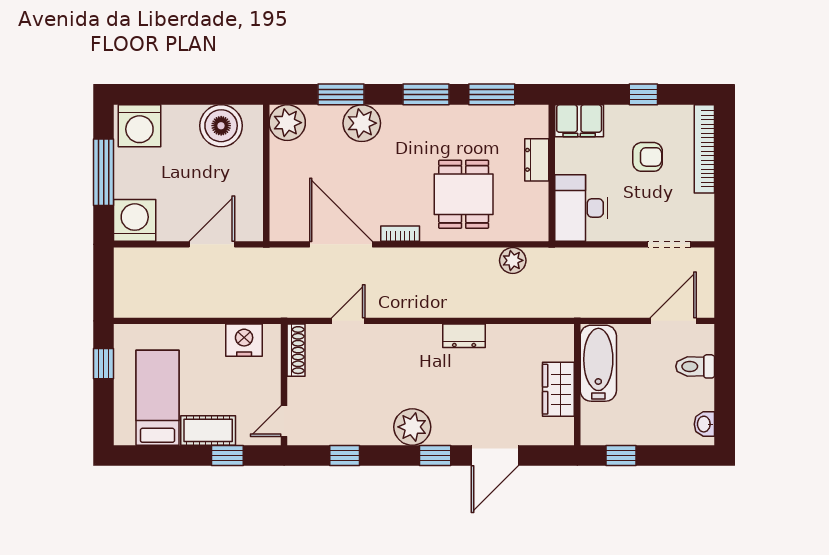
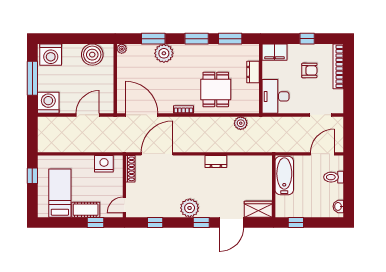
plant: (287, 123) -> (122, 49), width x0.53, depth x0.53
door: (341, 244) -> (142, 115), moved
door: (348, 321) -> (157, 154), width x1.88
wardrobe: (558, 389) -> (258, 209), moved, turned 90

